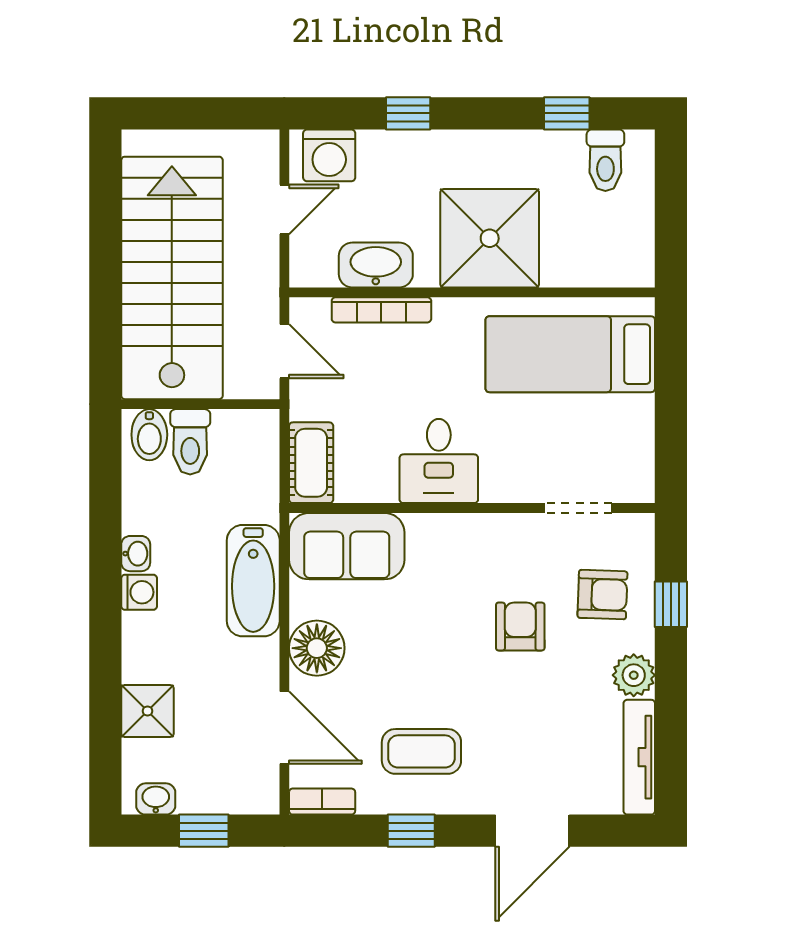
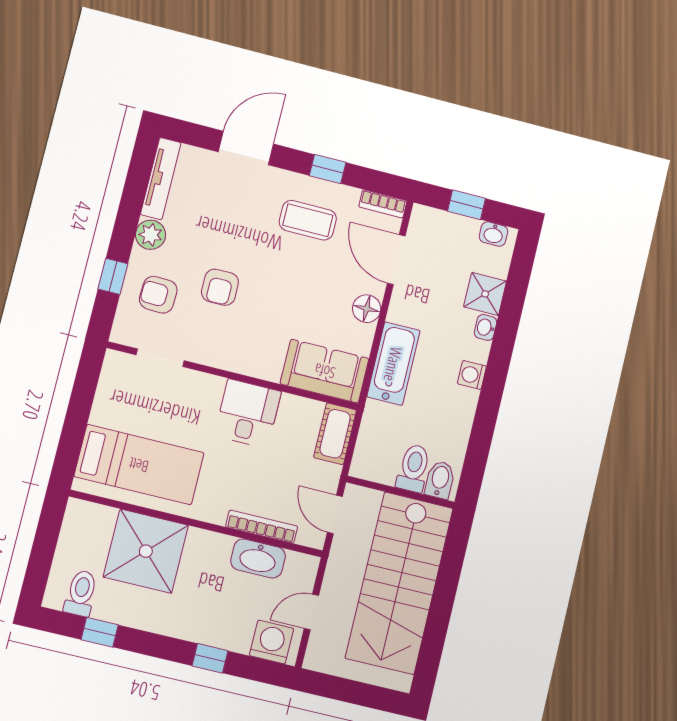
shower: (490, 238) -> (146, 551), moved
washbasin: (136, 554) -> (486, 327), moved
floor lamp: (317, 648) -> (367, 309), width x0.73, depth x0.73

